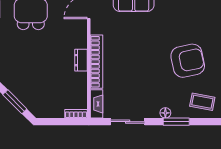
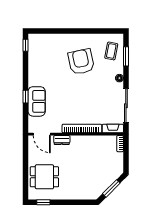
dresser: (81, 60) -> (62, 140), moved
sliding door: (128, 122) -> (126, 106), width x1.37
window: (176, 122) -> (126, 56), moved

